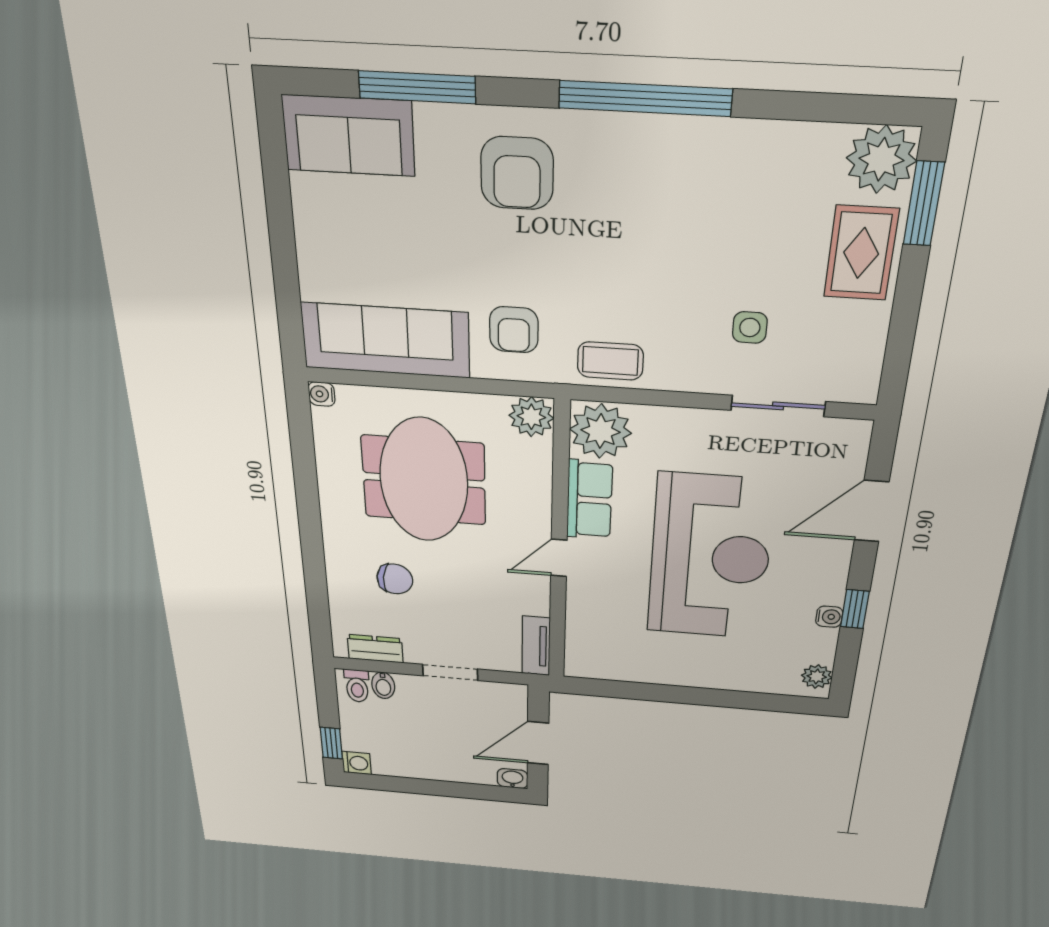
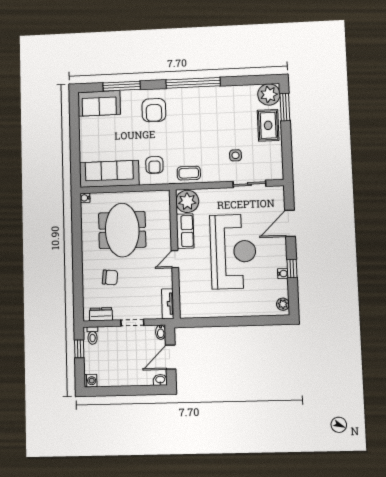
plant: (531, 417) -> (162, 198), removed
bidet: (383, 685) -> (161, 332), moved
window: (331, 743) -> (79, 349), moved

